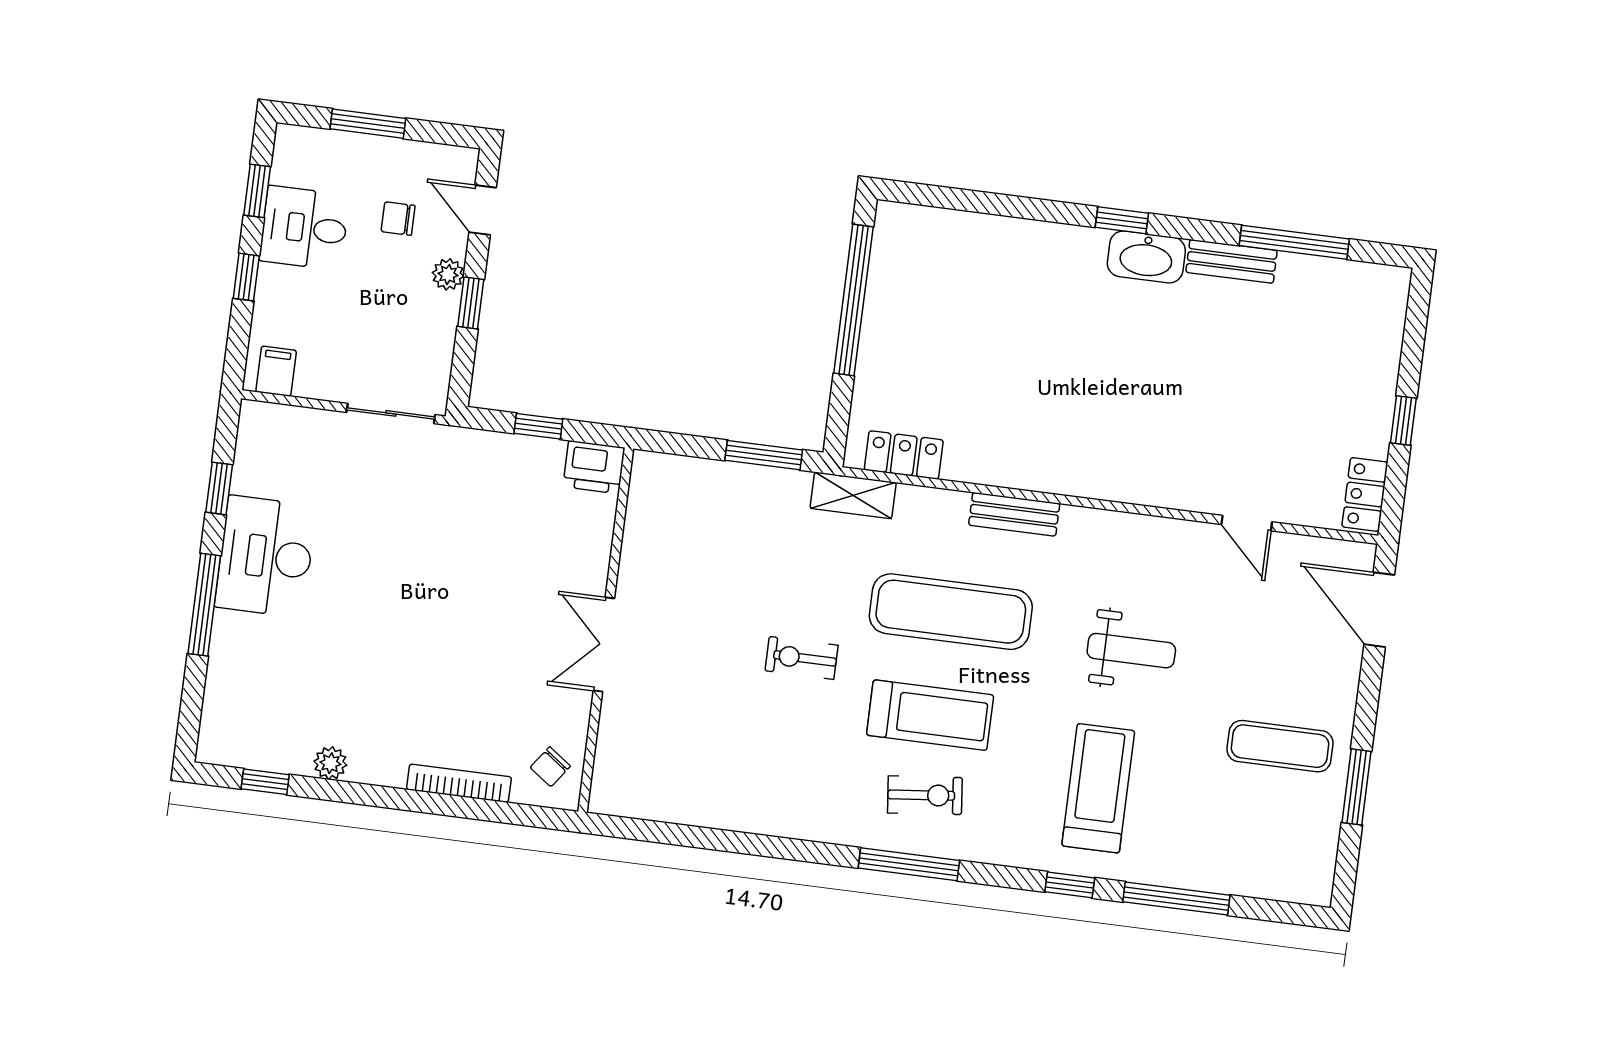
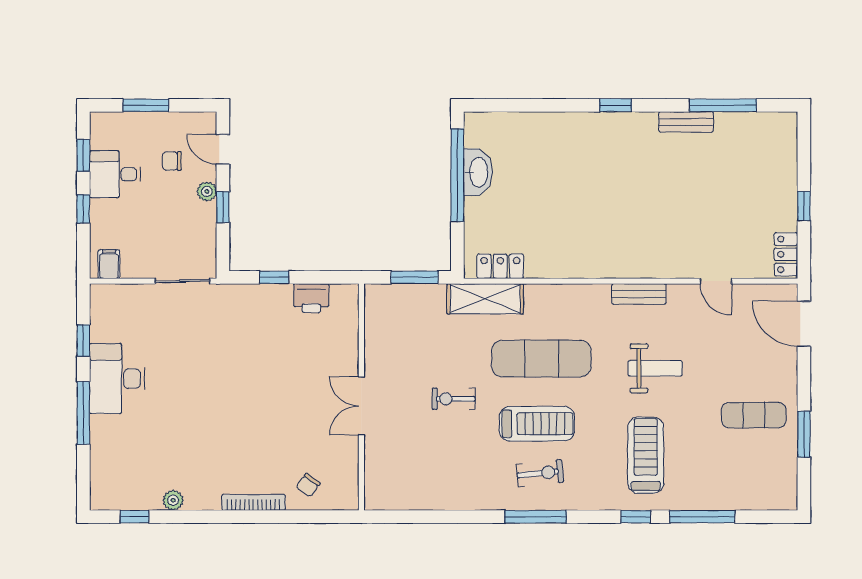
washbasin: (1146, 257) -> (478, 172), moved, turned -90
shelving: (853, 495) -> (485, 299), width x1.50, depth x1.33
bench: (1014, 514) -> (639, 294), moved
wall: (606, 630) -> (361, 397), moved
double door: (604, 644) -> (361, 406), moved

